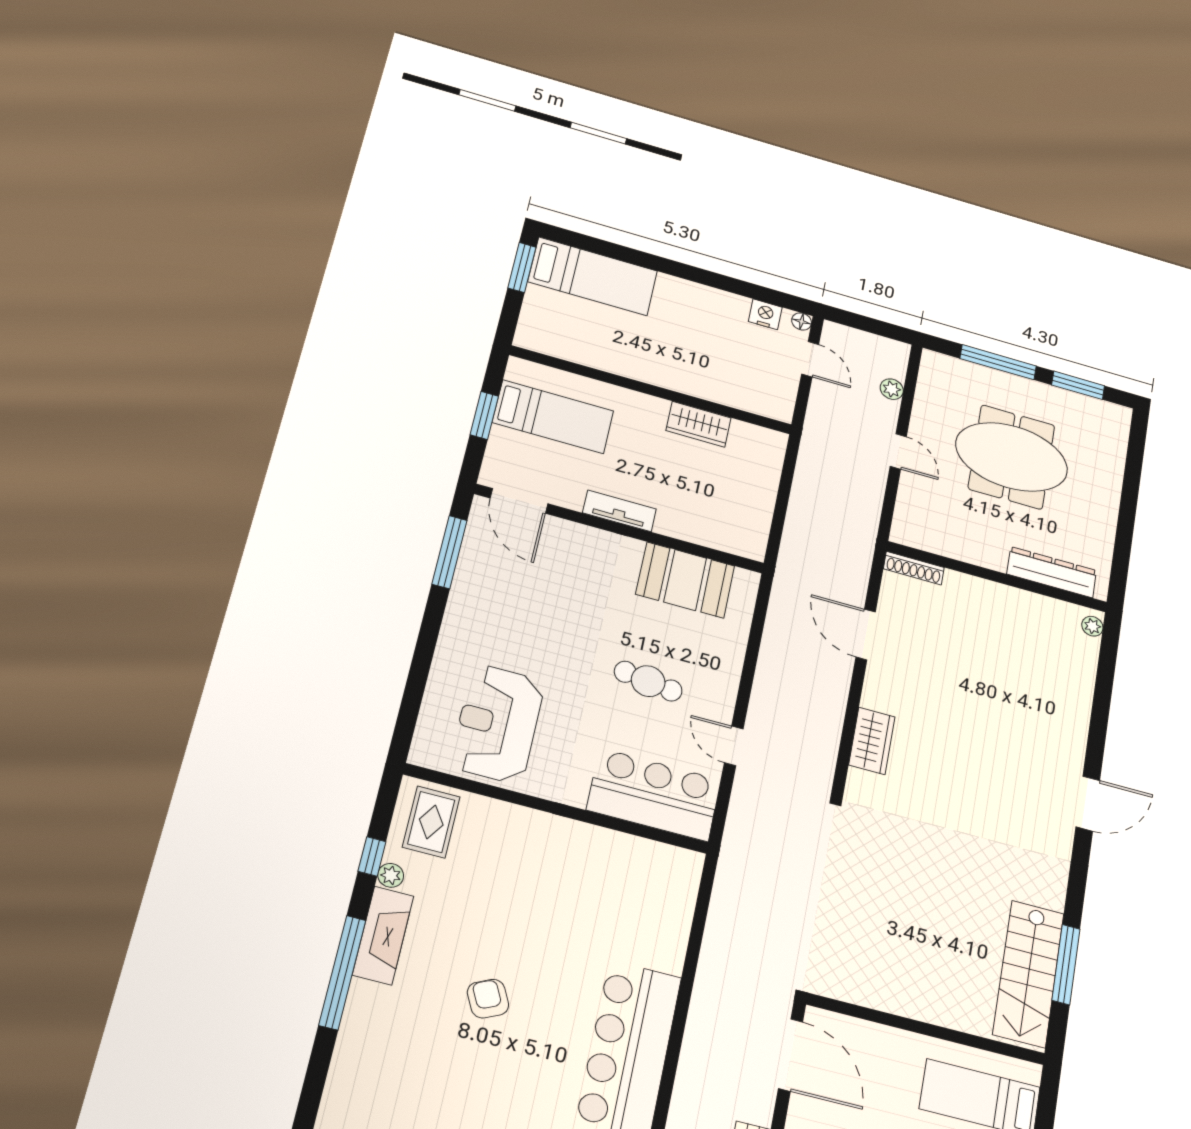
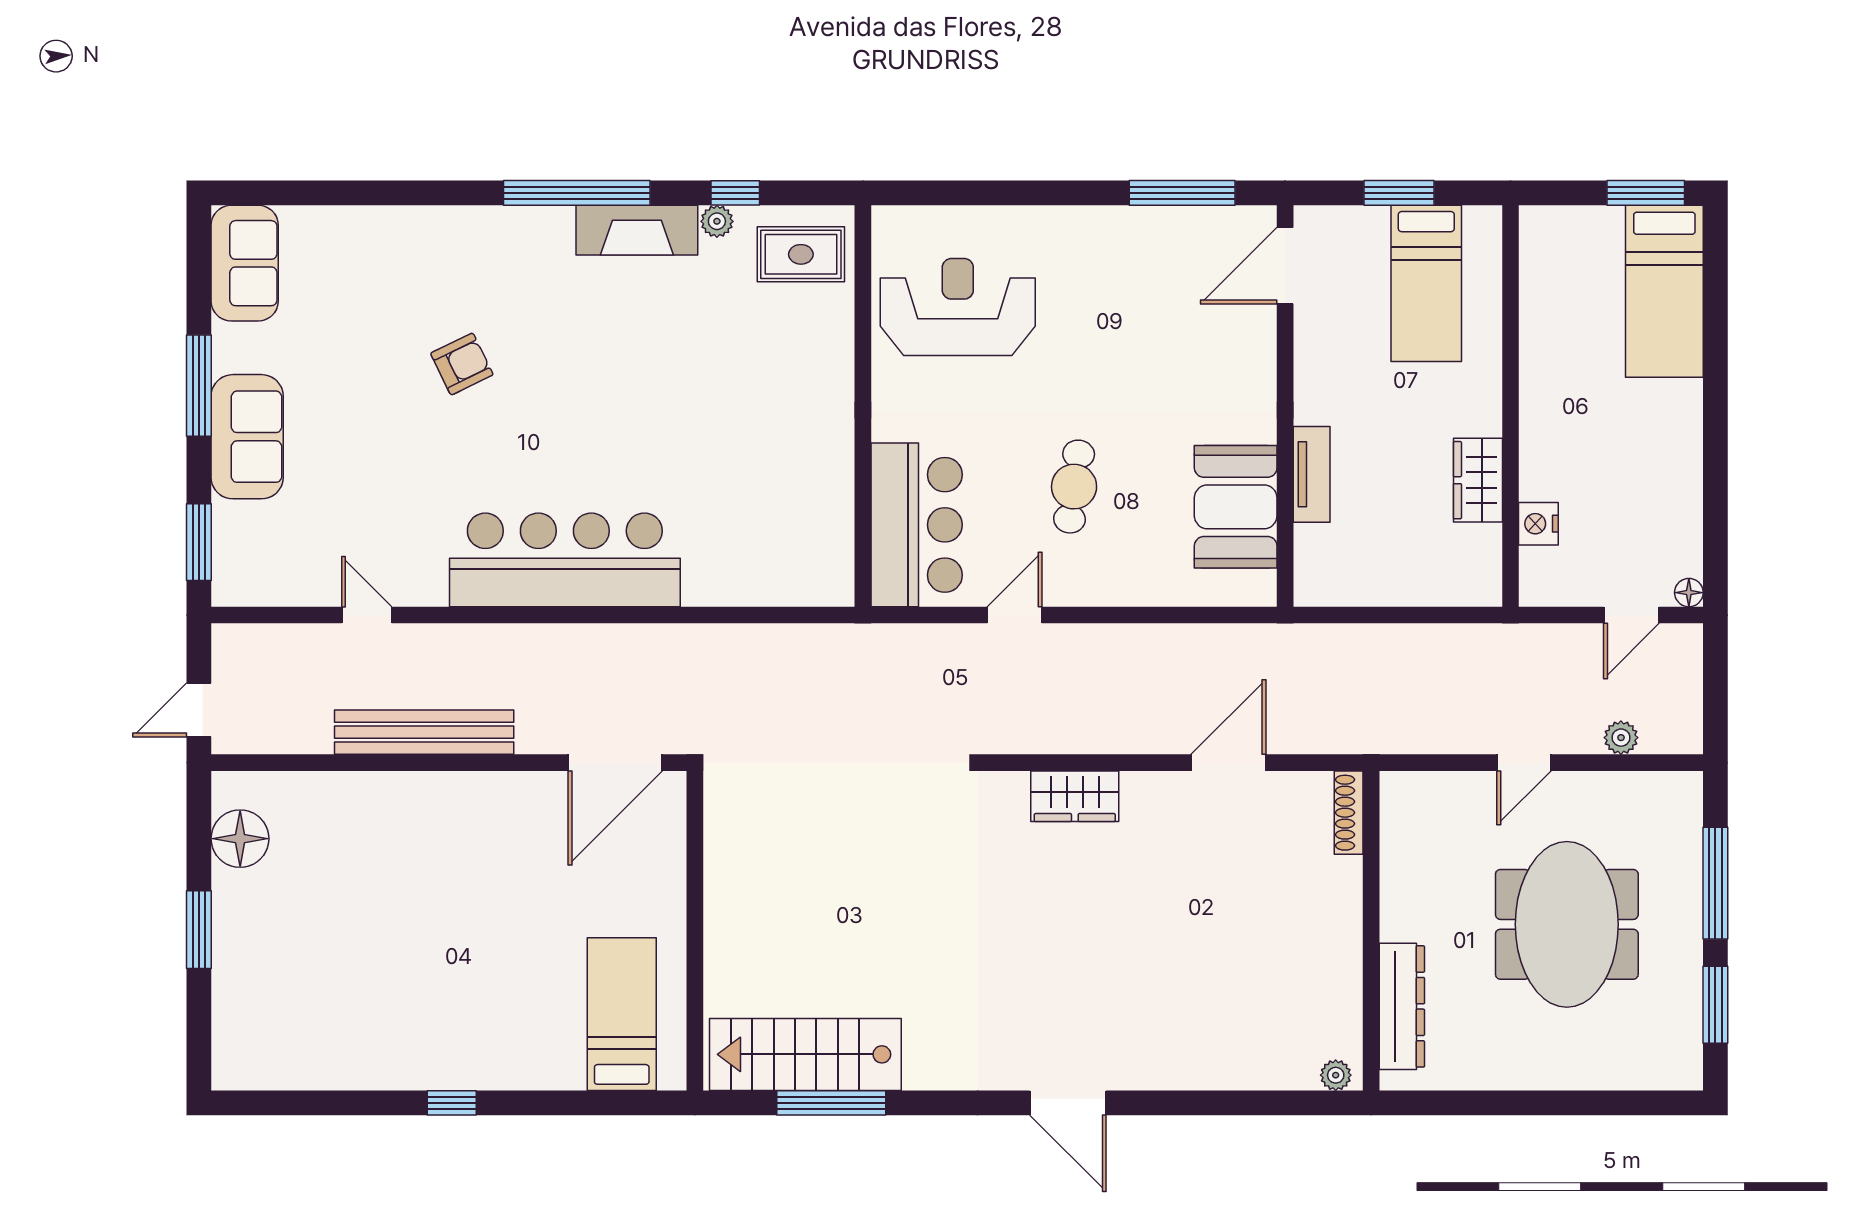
nightstand: (765, 314) -> (1538, 524), moved, turned 180
tv unit: (619, 511) -> (1312, 474), moved
armchair: (488, 999) -> (462, 364), moved

